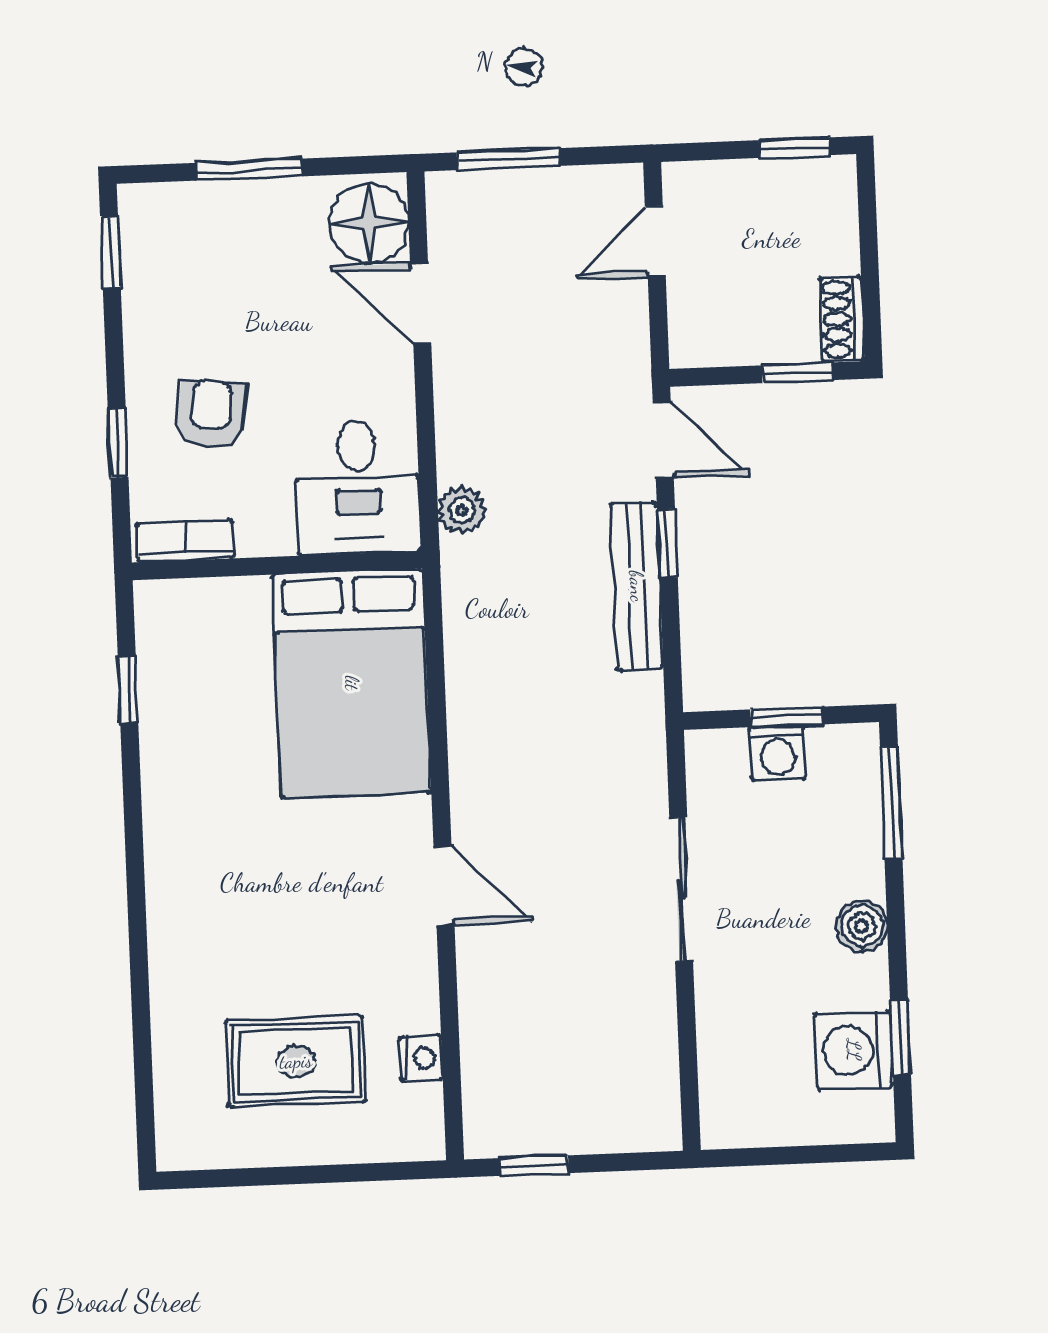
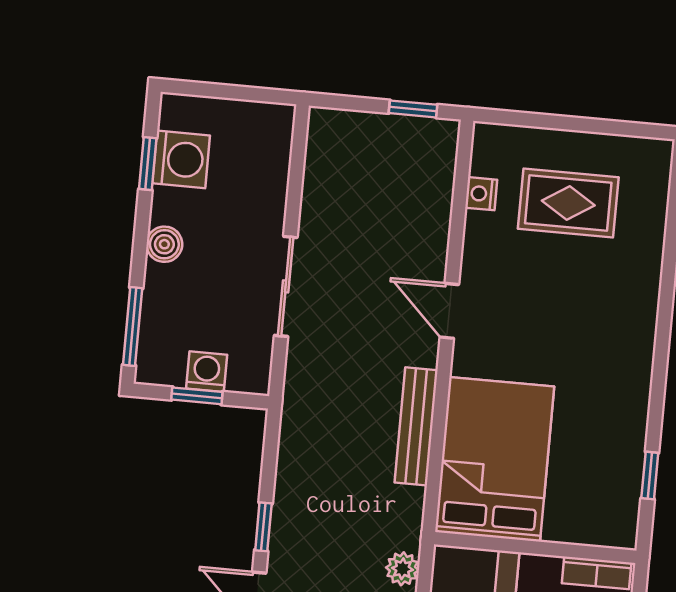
bench: (637, 586) -> (416, 426), moved

